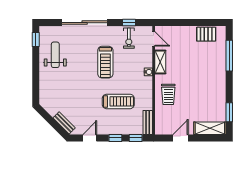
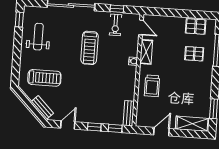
pallet: (207, 61) -> (194, 54), added
treadmill: (118, 101) -> (44, 78), moved

